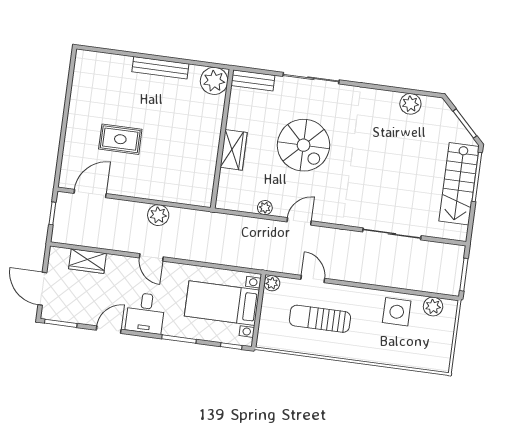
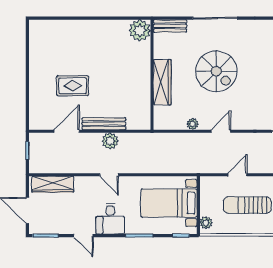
bench: (160, 68) -> (104, 124), moved
wardrobe: (234, 150) -> (162, 82), width x1.50
door: (90, 194) -> (67, 131), moved
wardrobe: (87, 261) -> (53, 184), width x1.50
door: (313, 279) -> (237, 175), hinge flipped
plant: (272, 283) -> (206, 223), moved
door: (109, 330) -> (83, 236), swing flipped

